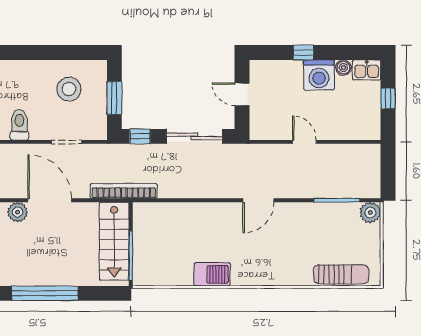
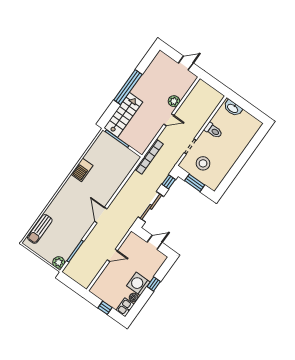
stool: (69, 89) -> (203, 163), moved
door: (50, 200) -> (169, 120), width x0.53
stairs: (114, 241) -> (123, 115), moved, turned 90

